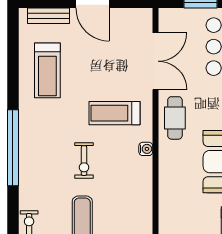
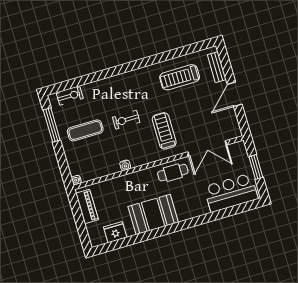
window: (13, 148) -> (121, 69), removed
water cooler: (146, 149) -> (125, 165), moved

